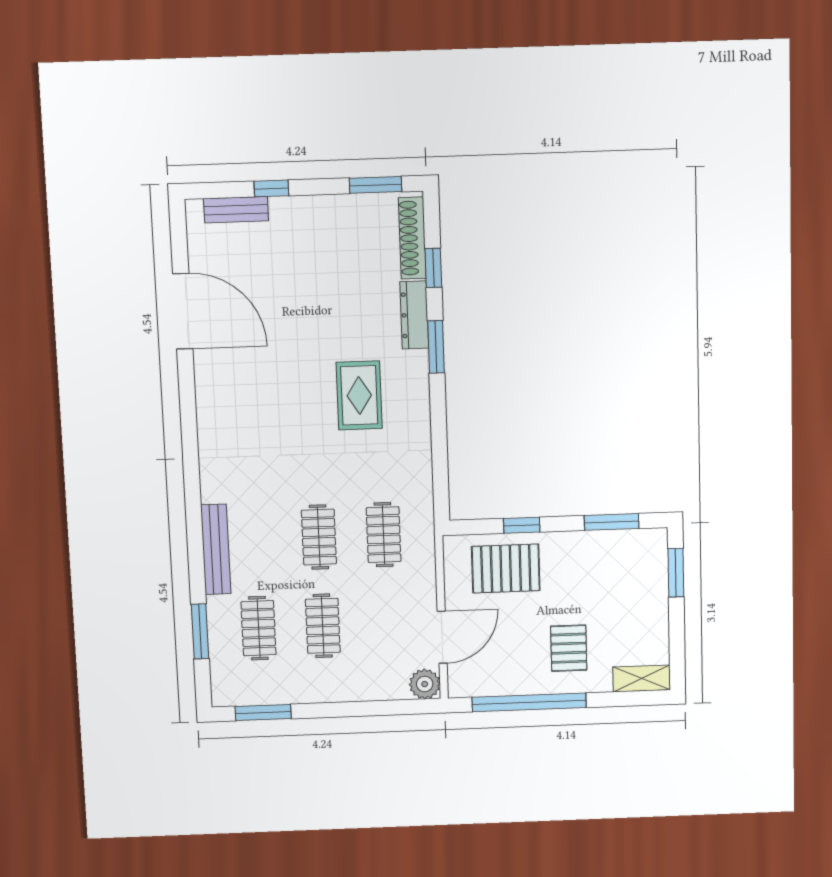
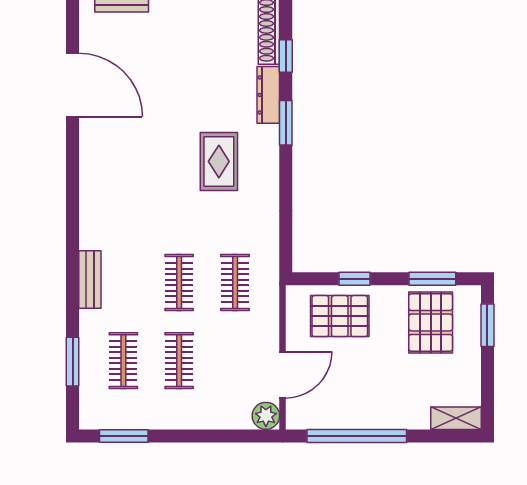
bench: (216, 549) -> (90, 280), width x0.73
pallet: (569, 648) -> (431, 322), moved, width x1.50, depth x1.42

